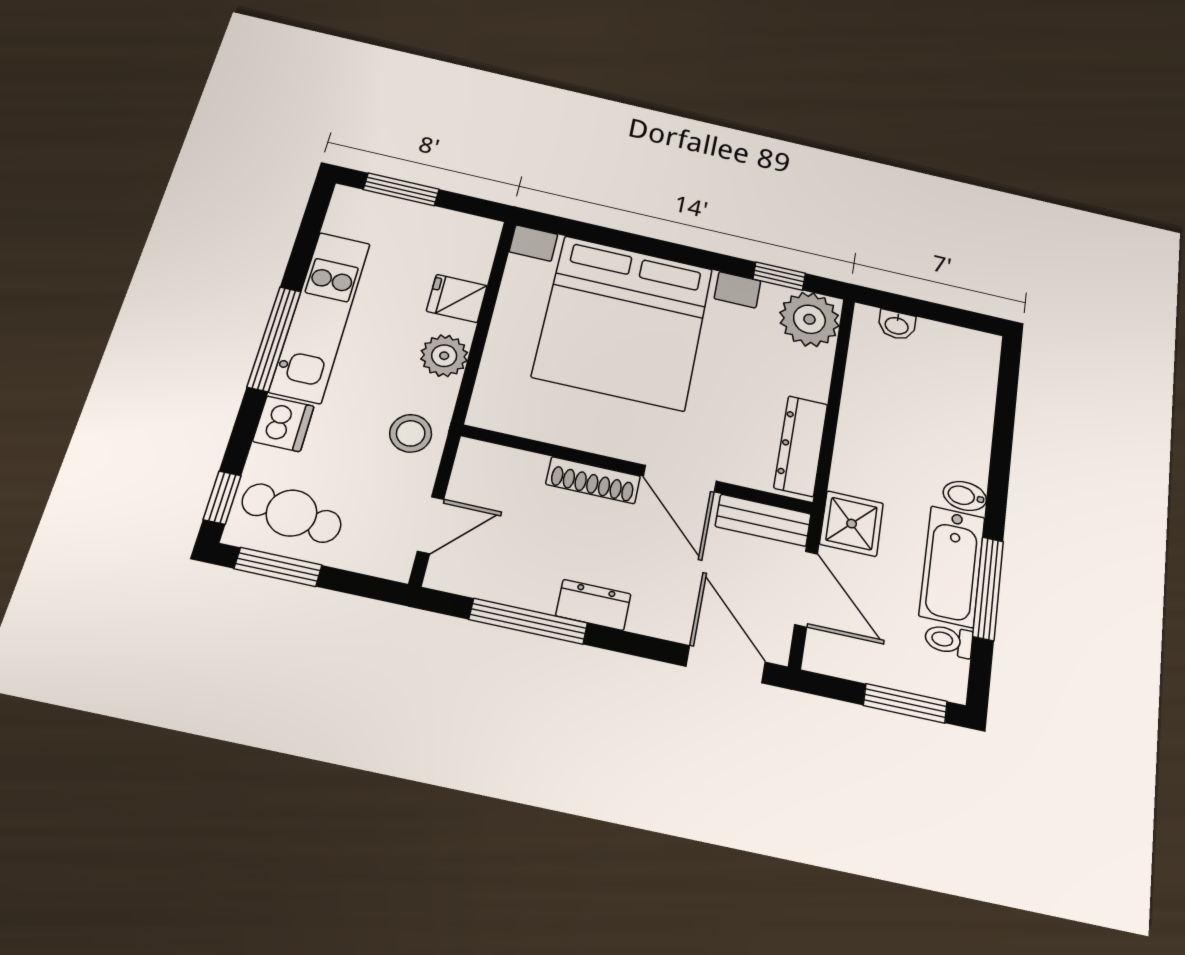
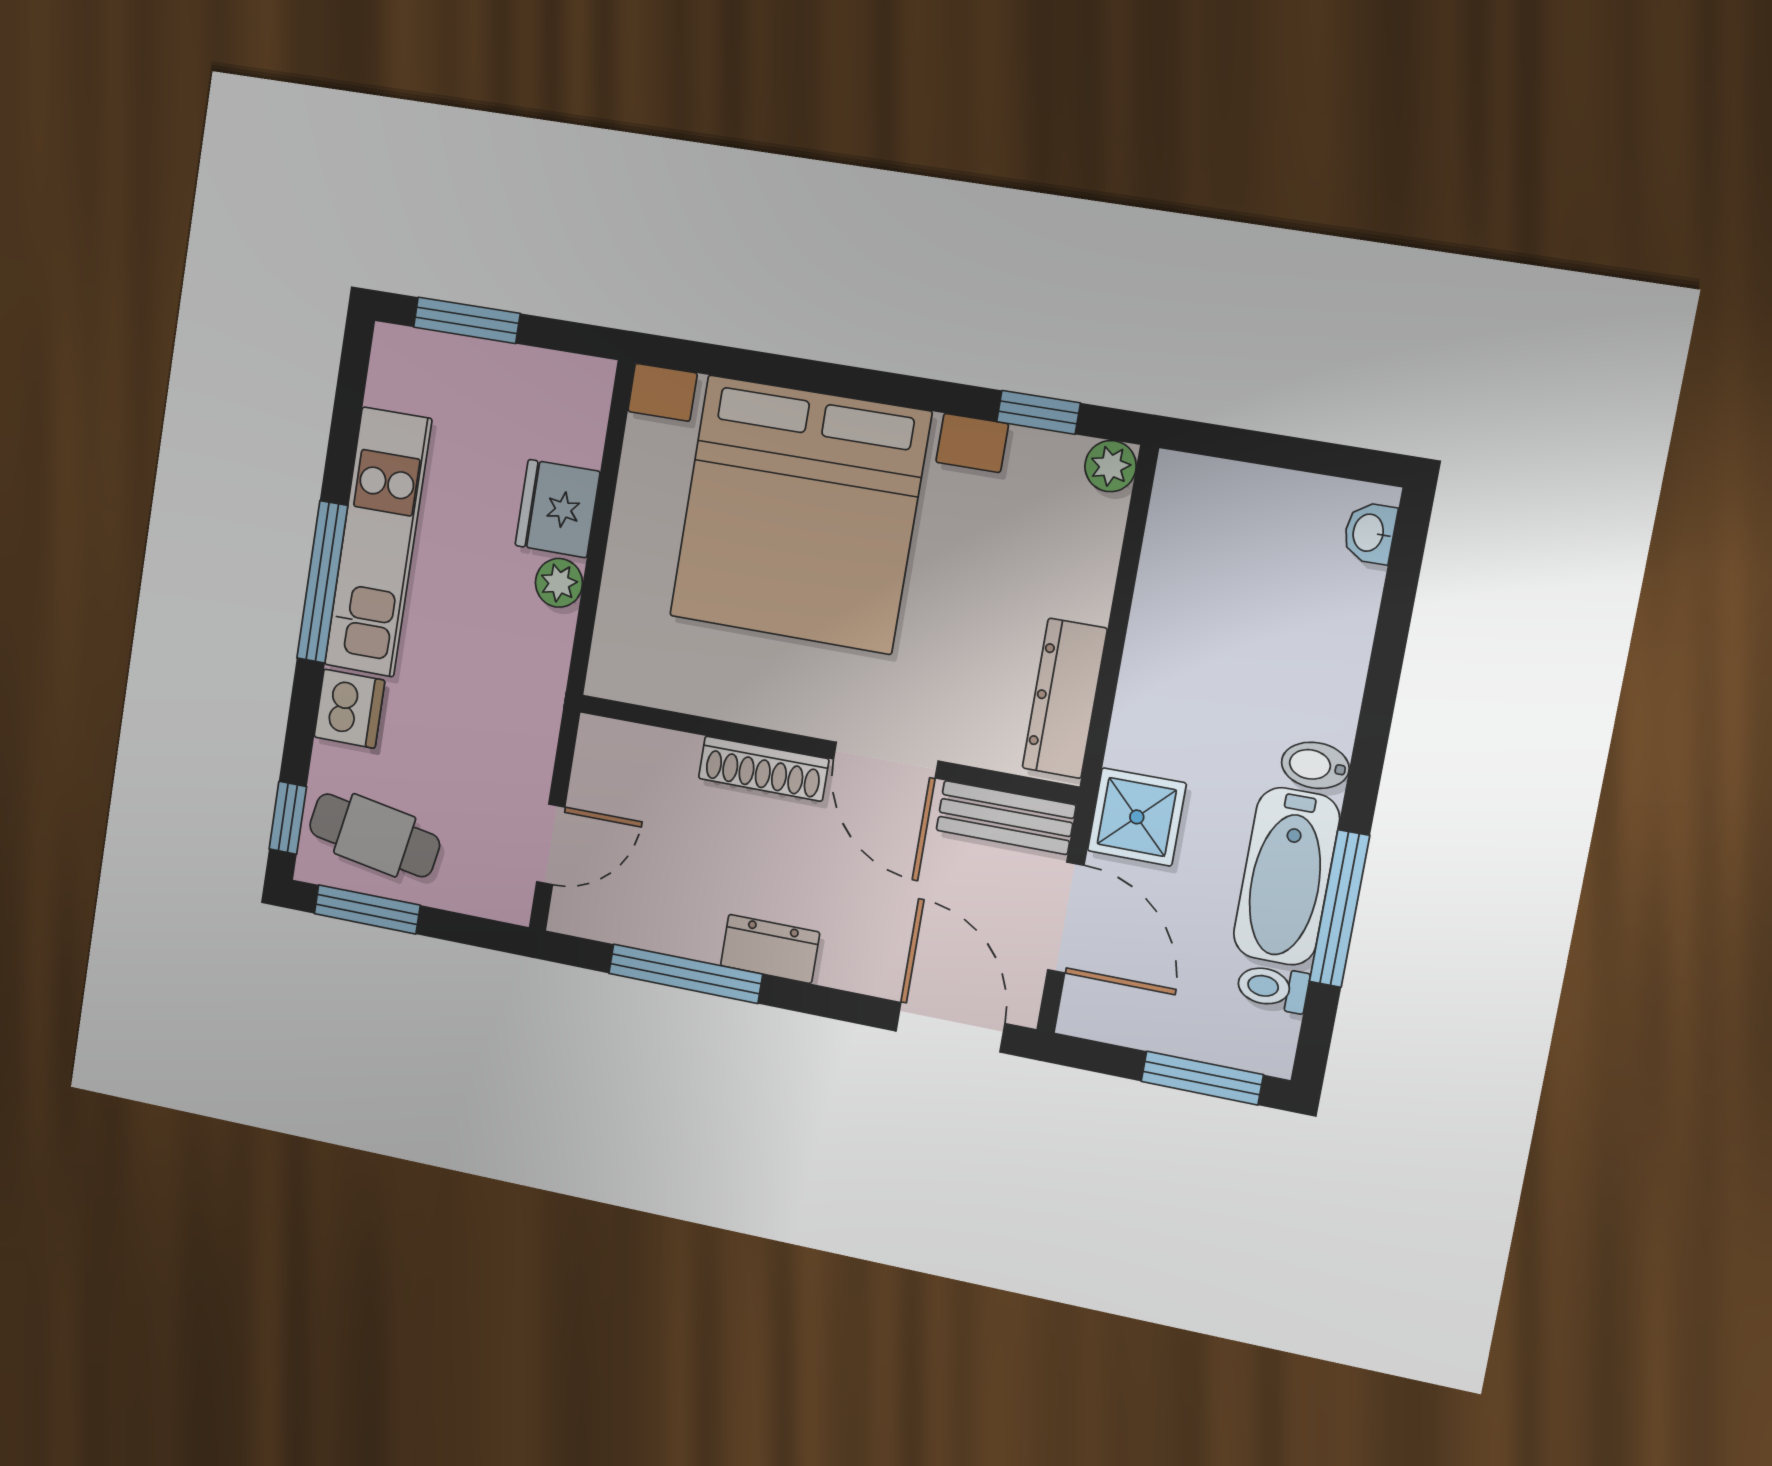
fridge: (457, 298) -> (557, 509), width x1.38
plant: (809, 319) -> (1111, 466), width x0.53, depth x0.53
washbasin: (897, 325) -> (1370, 533), moved, turned 90
plant: (444, 356) -> (559, 583), width x0.73, depth x0.73
stool: (411, 433) -> (514, 713), removed

